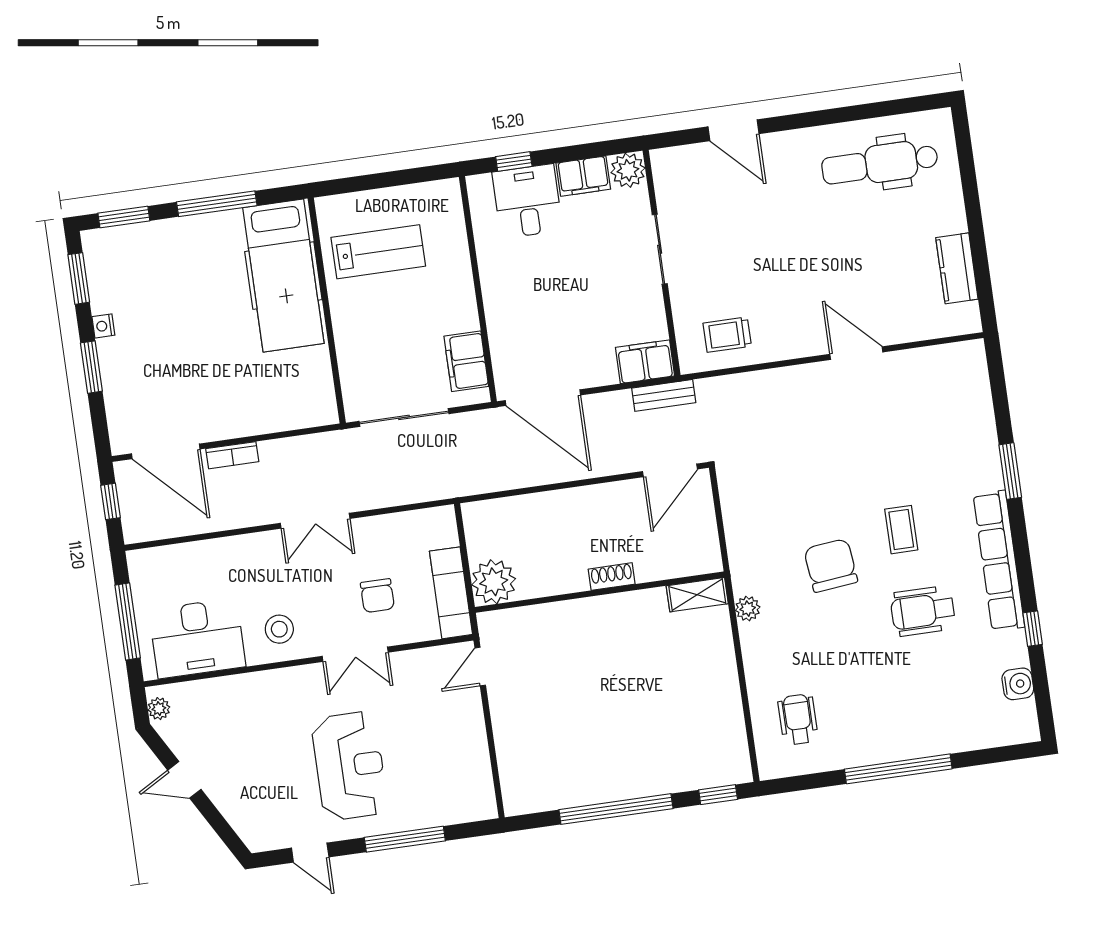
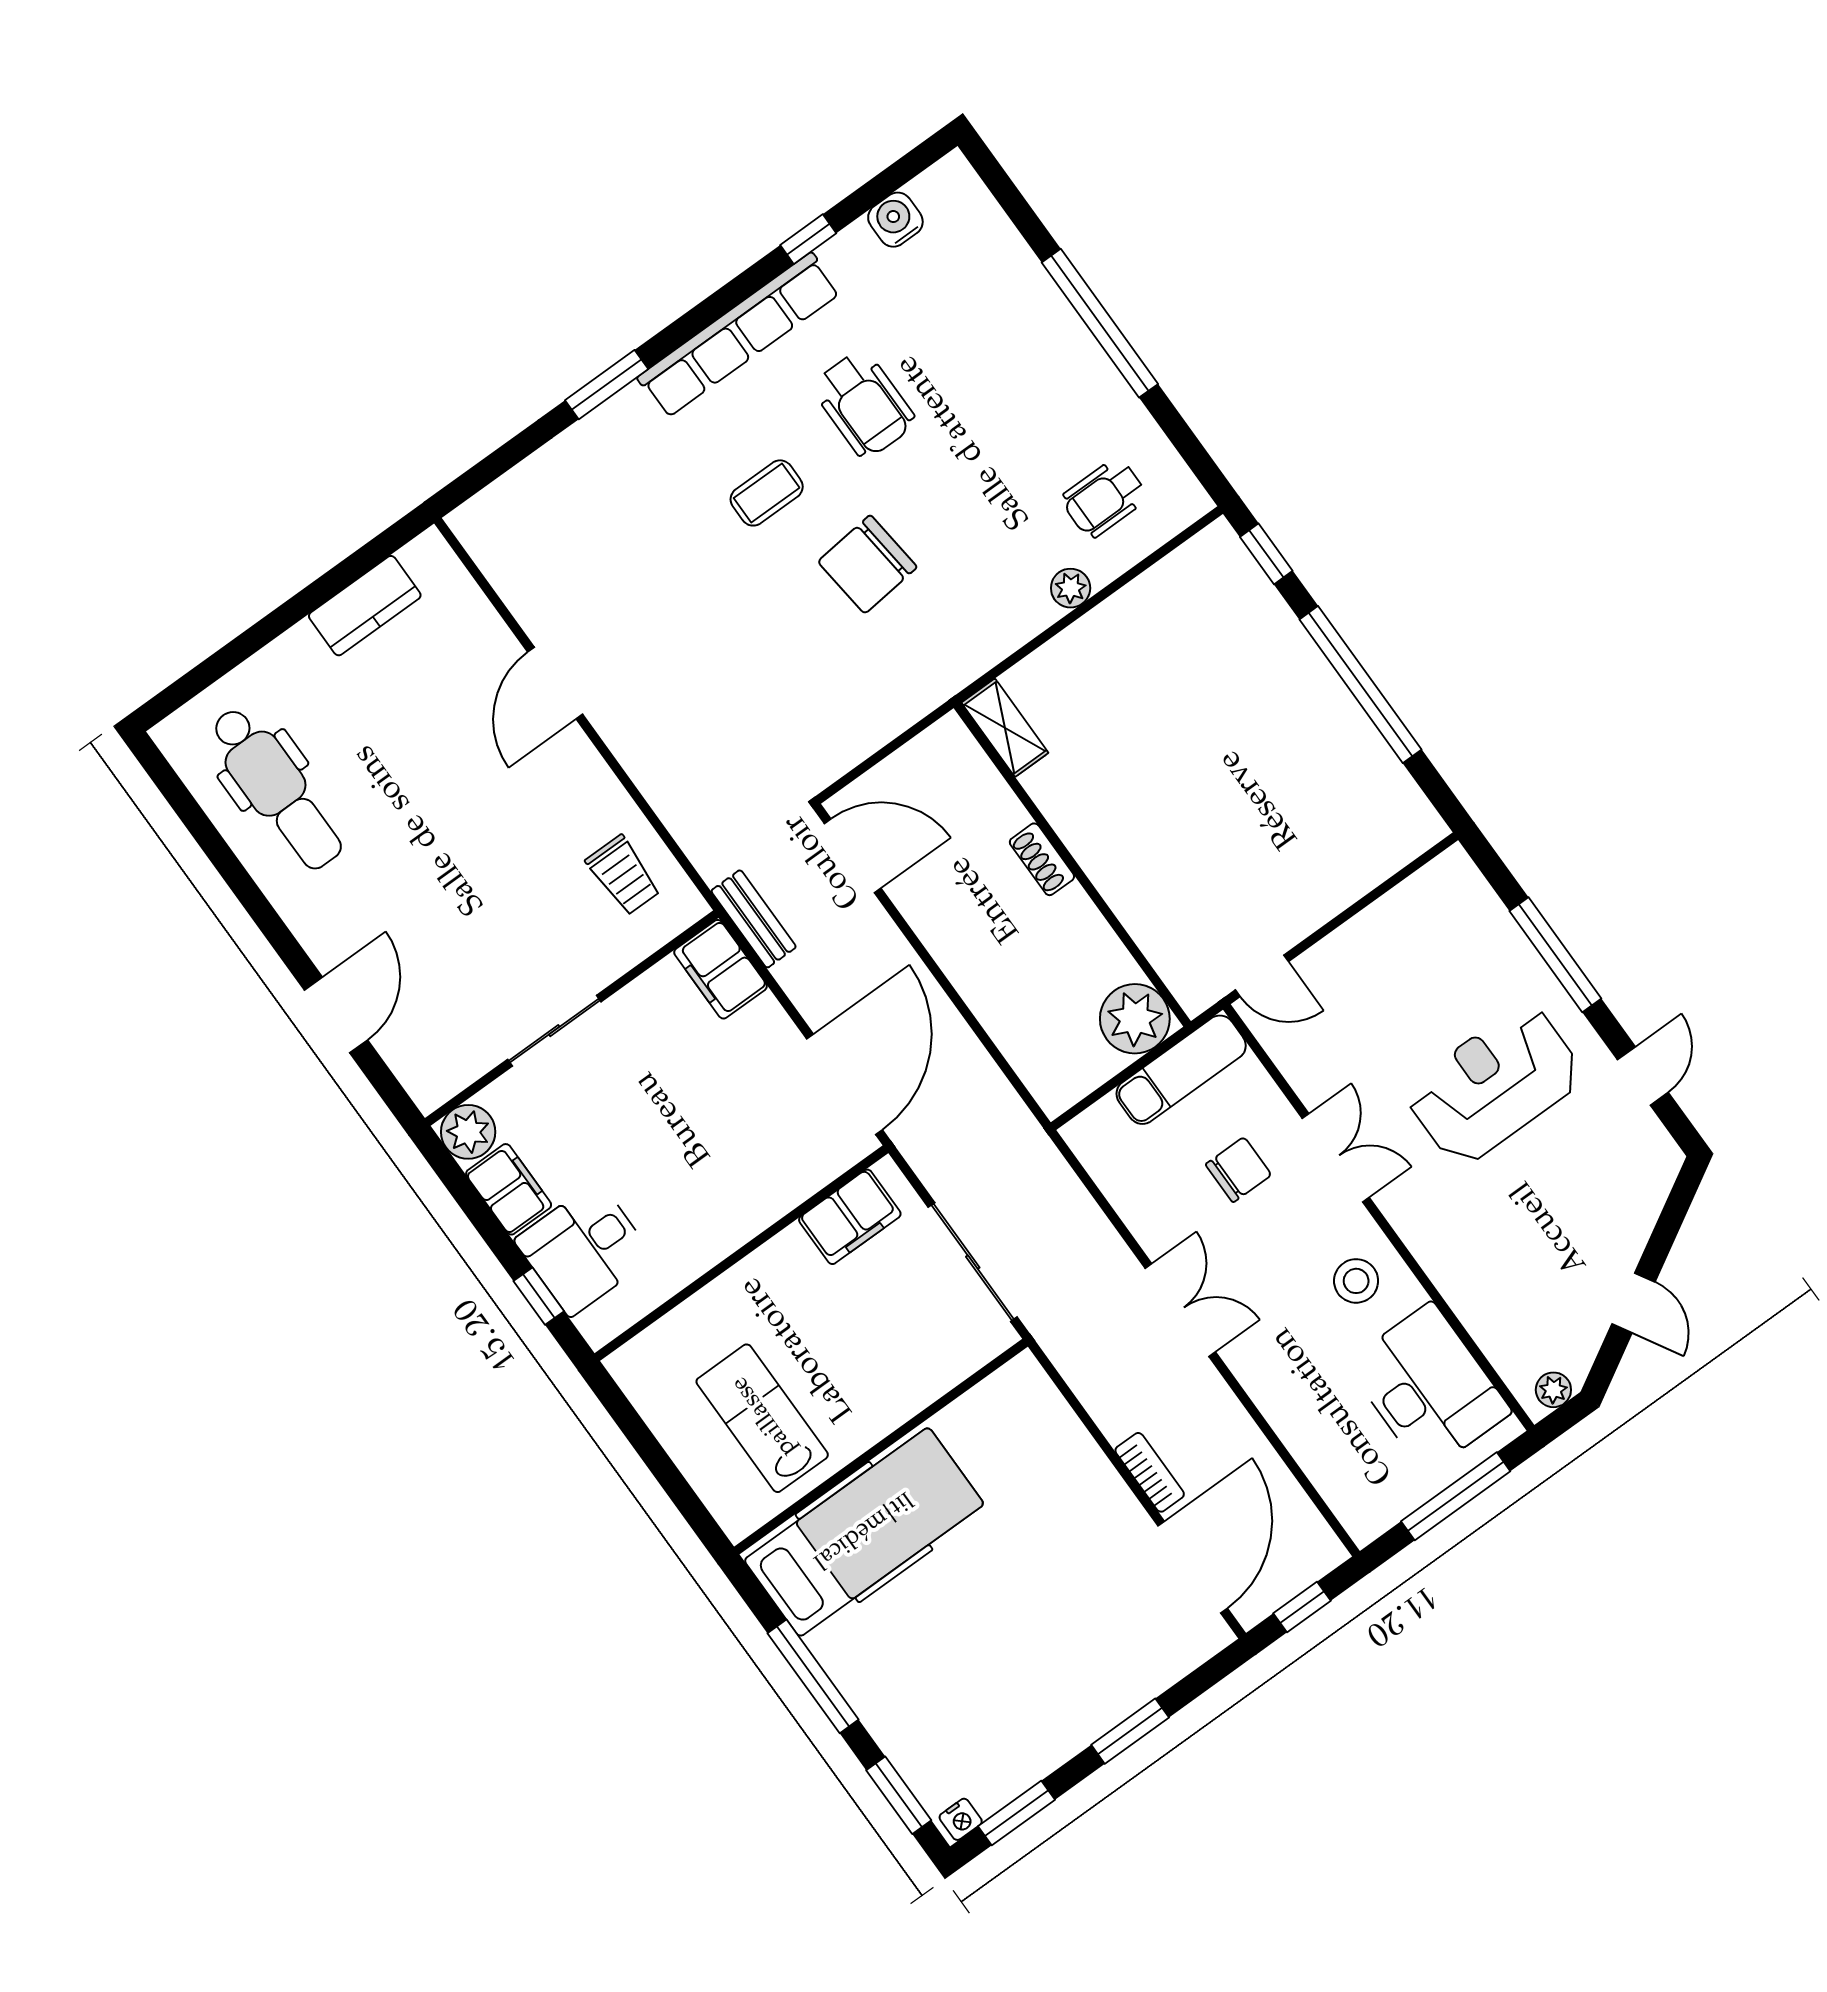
nightstand: (103, 326) -> (961, 1819), moved
plant: (748, 609) -> (1071, 588), moved

